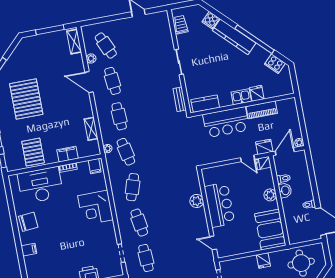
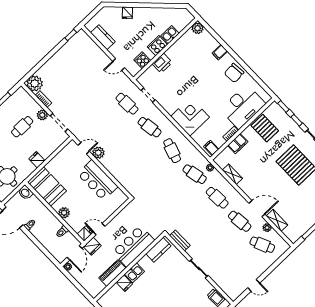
shelving: (74, 42) -> (277, 220), moved
washbasin: (285, 190) -> (25, 193), moved
plant: (197, 201) -> (98, 153), moved

